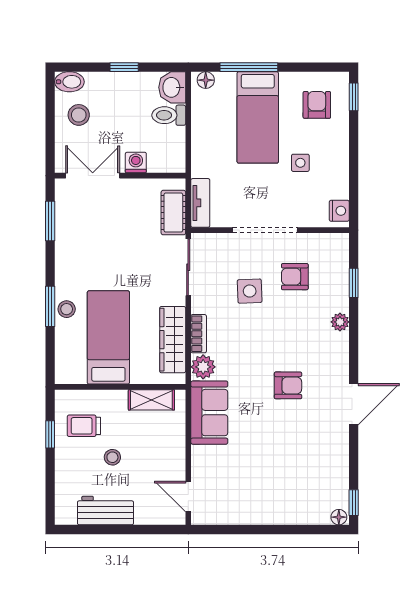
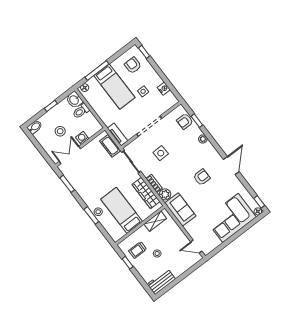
stool: (79, 115) -> (60, 131), moved
nightstand: (339, 211) -> (164, 89), moved
armchair: (295, 277) -> (185, 121), moved
corner sofa: (284, 493) -> (231, 218), added
workbench: (105, 510) -> (161, 282), moved

